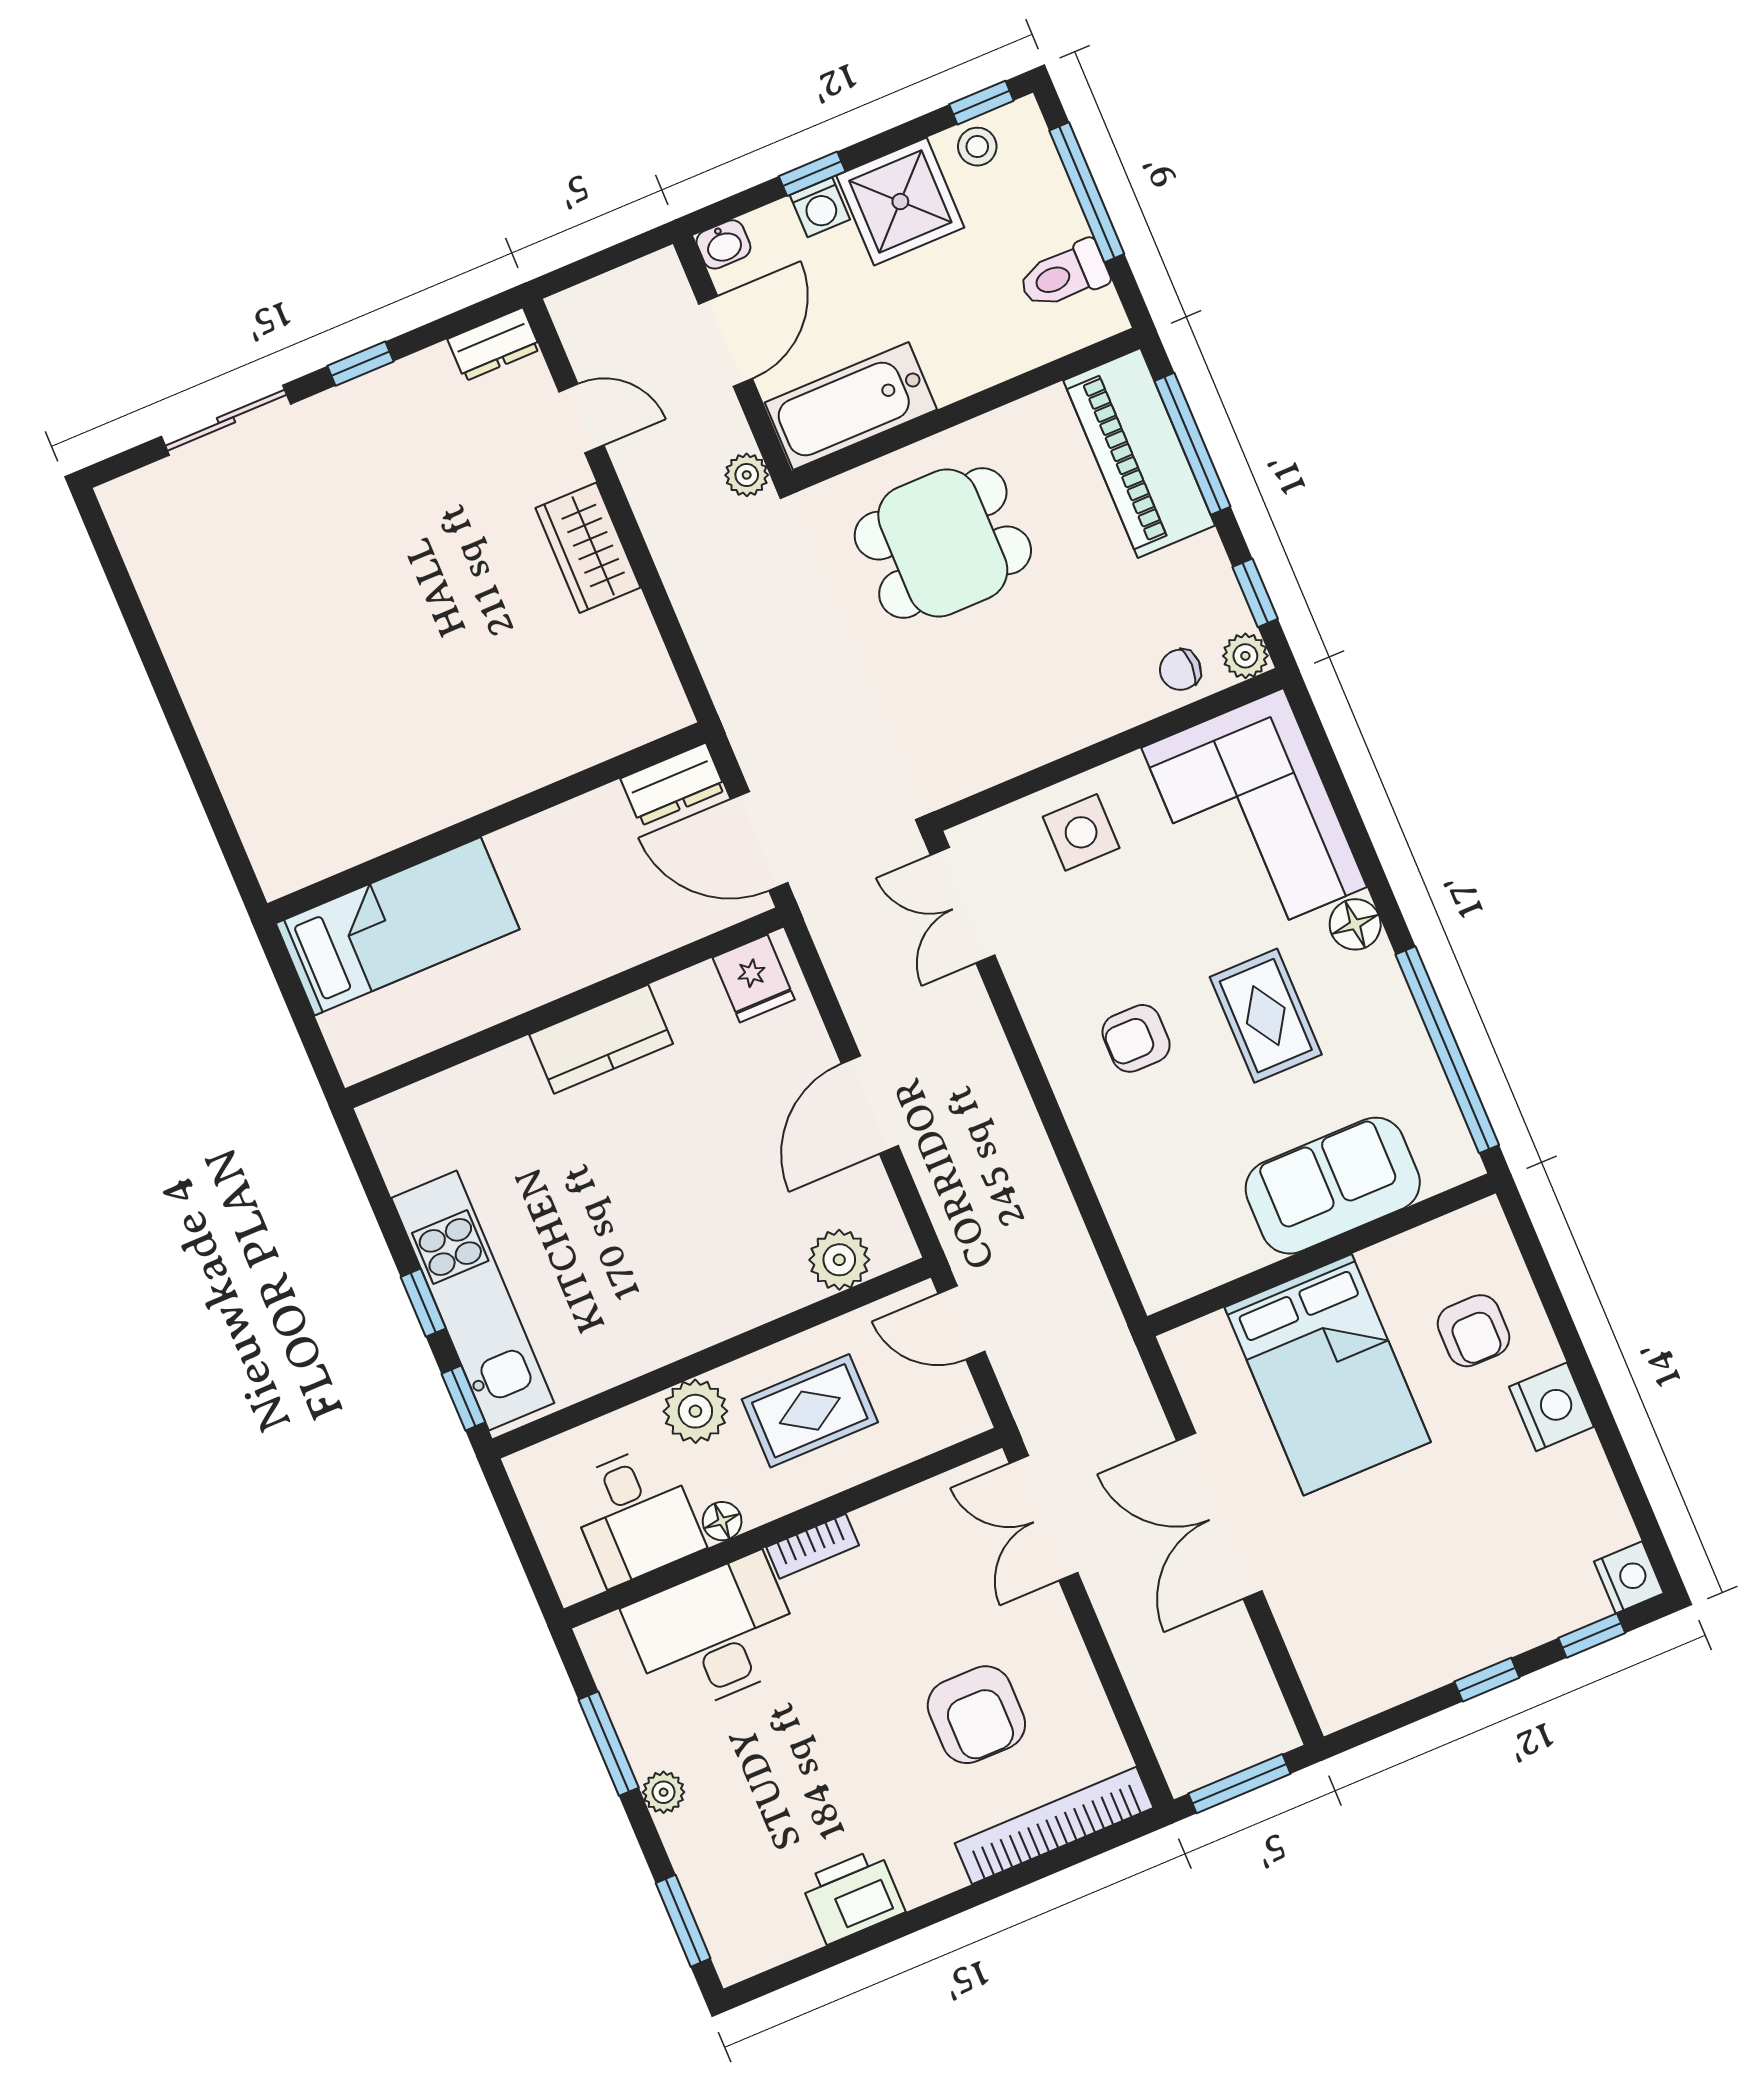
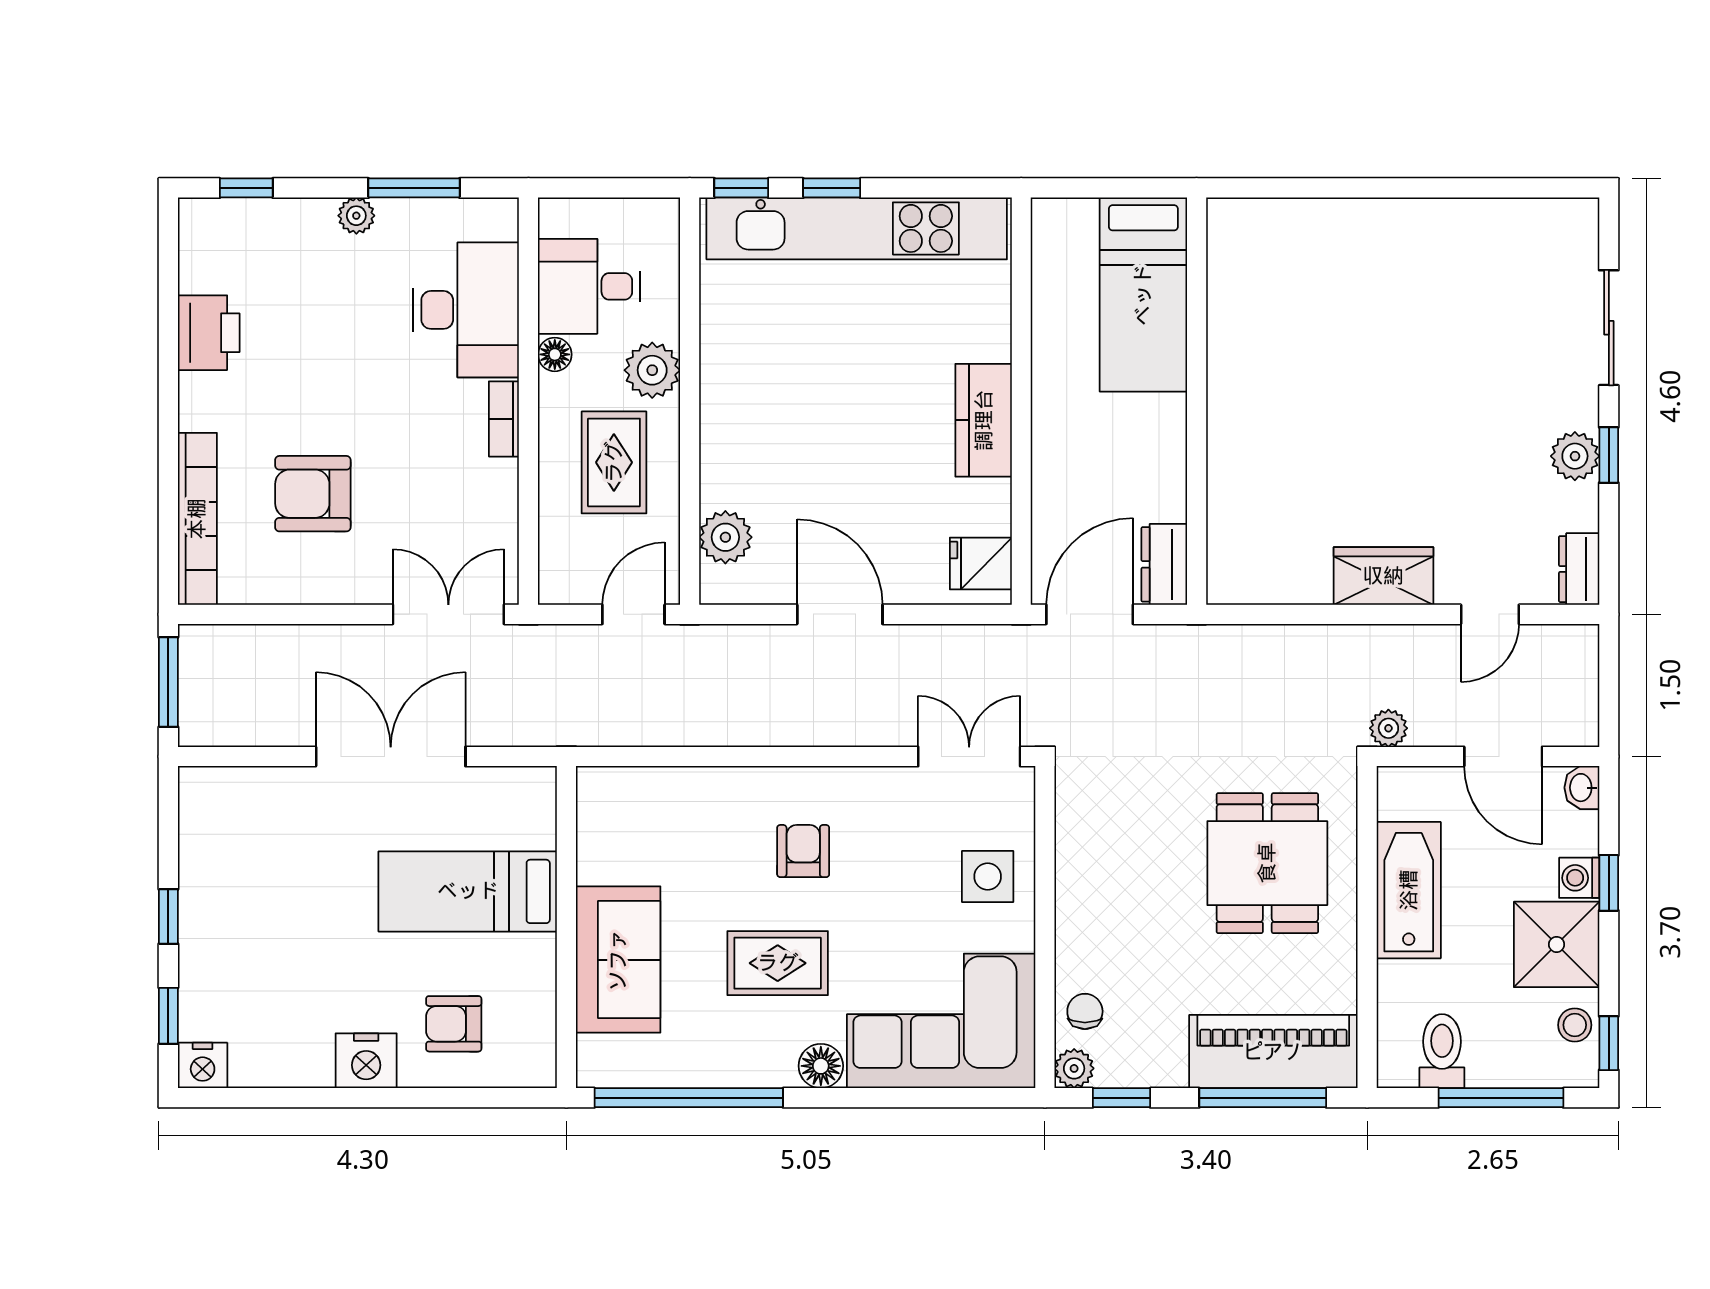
plant: (377, 399) -> (1575, 456), added
bathtub: (851, 406) -> (1409, 890), moved
kitchen unit: (473, 1300) -> (857, 228), width x1.36
bed: (1328, 1375) -> (468, 891), width x0.67
window: (683, 1921) -> (246, 188), width x0.67

